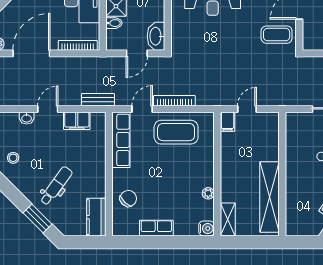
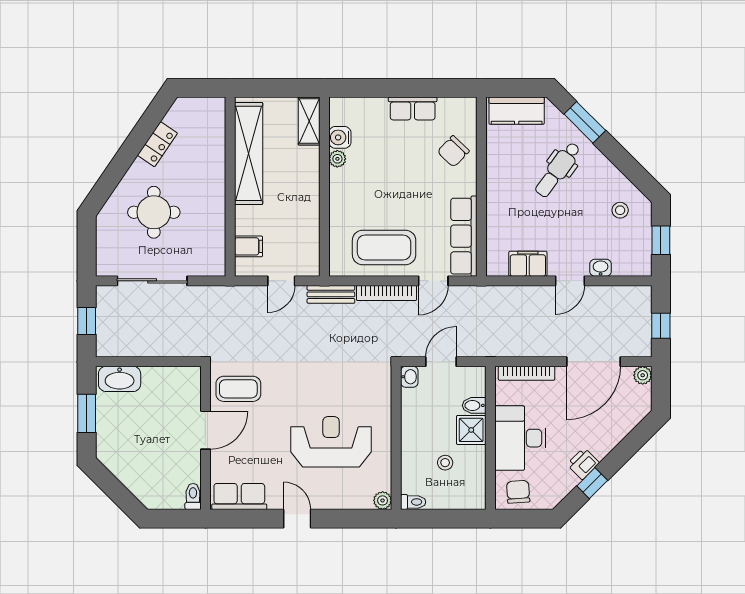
washbasin: (156, 36) -> (409, 377), width x0.52, depth x0.69
bench: (98, 100) -> (331, 294), moved
filing cabinet: (228, 122) -> (249, 246), moved, turned 90
kitchen counter: (96, 217) -> (517, 111), moved, turned 90
water cooler: (207, 228) -> (340, 137), moved

